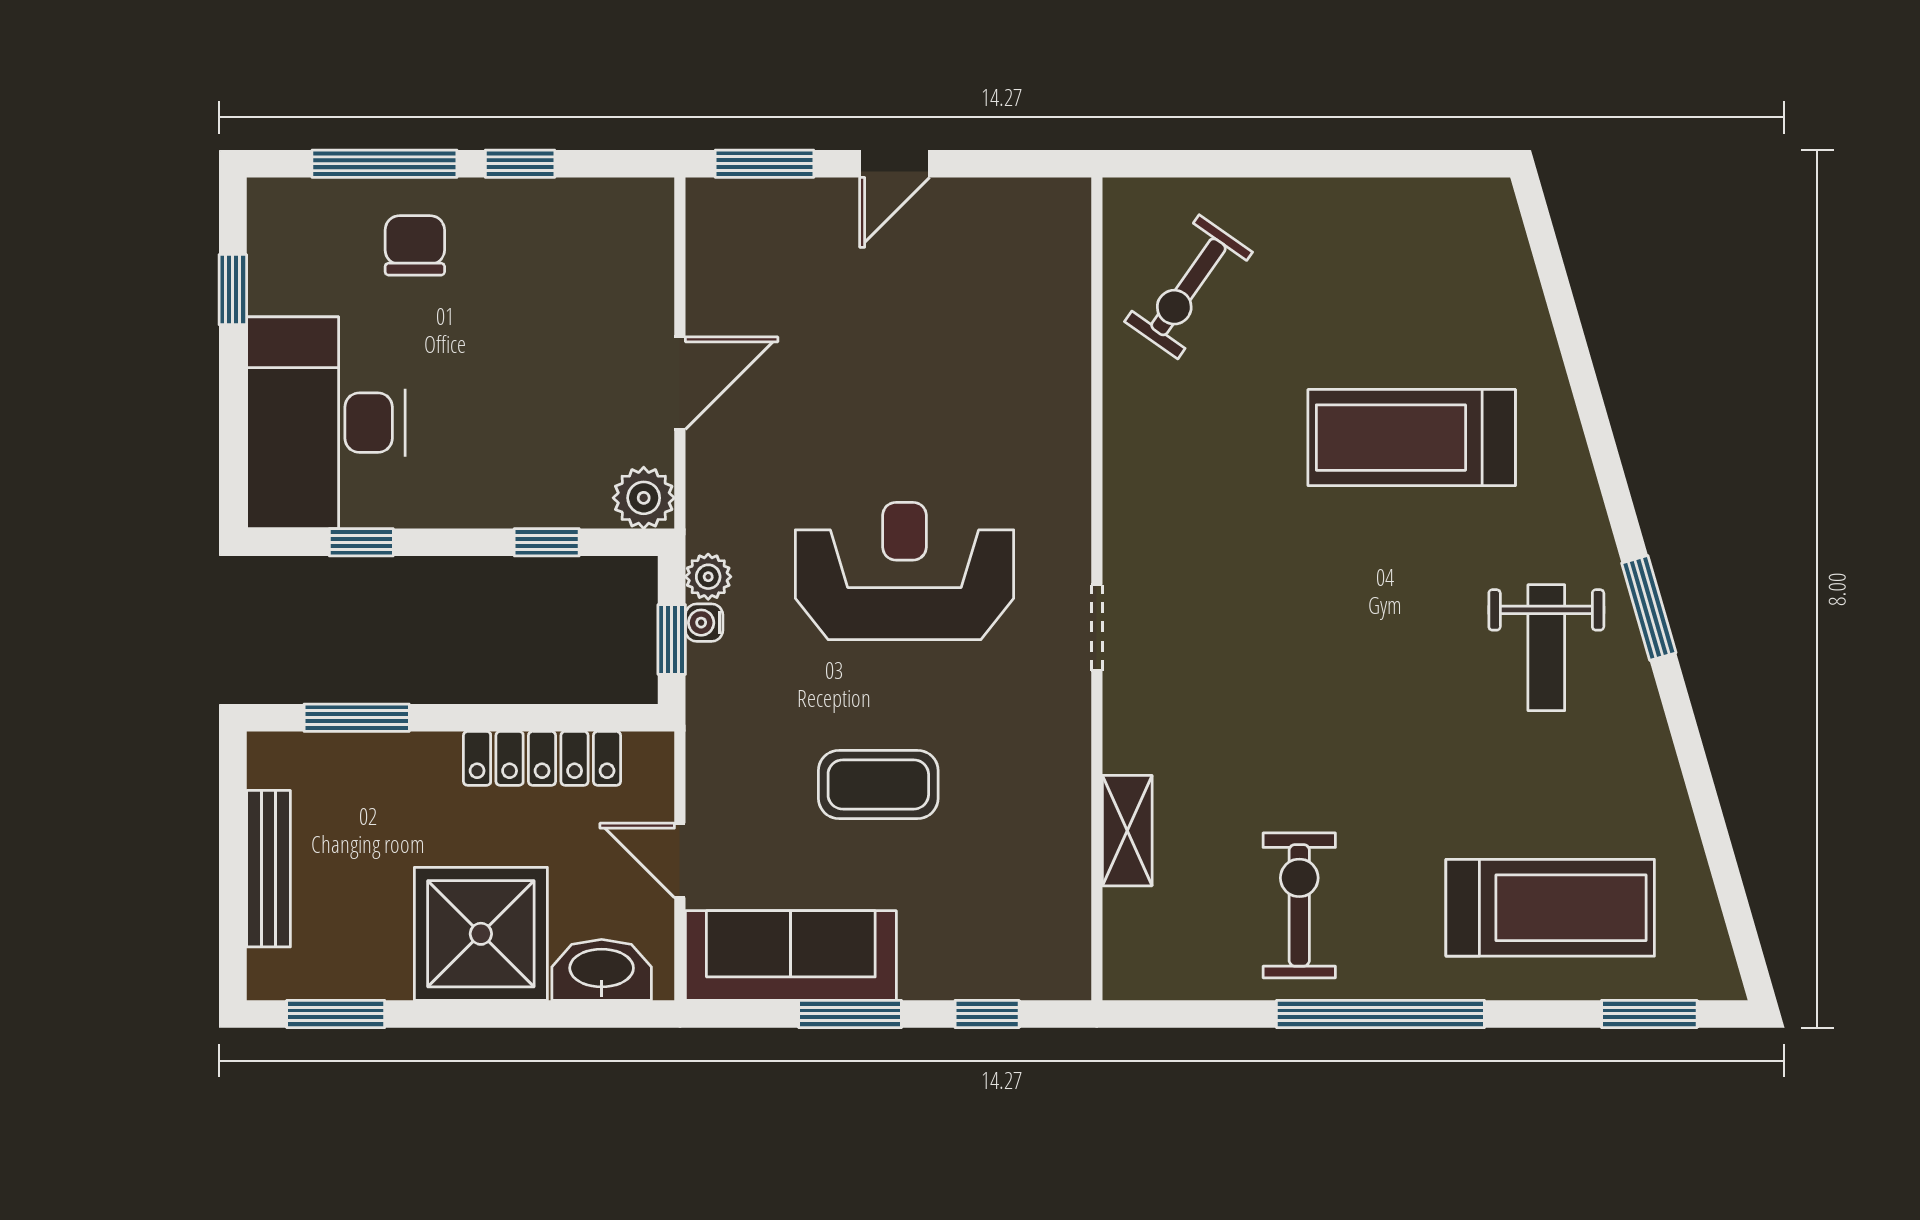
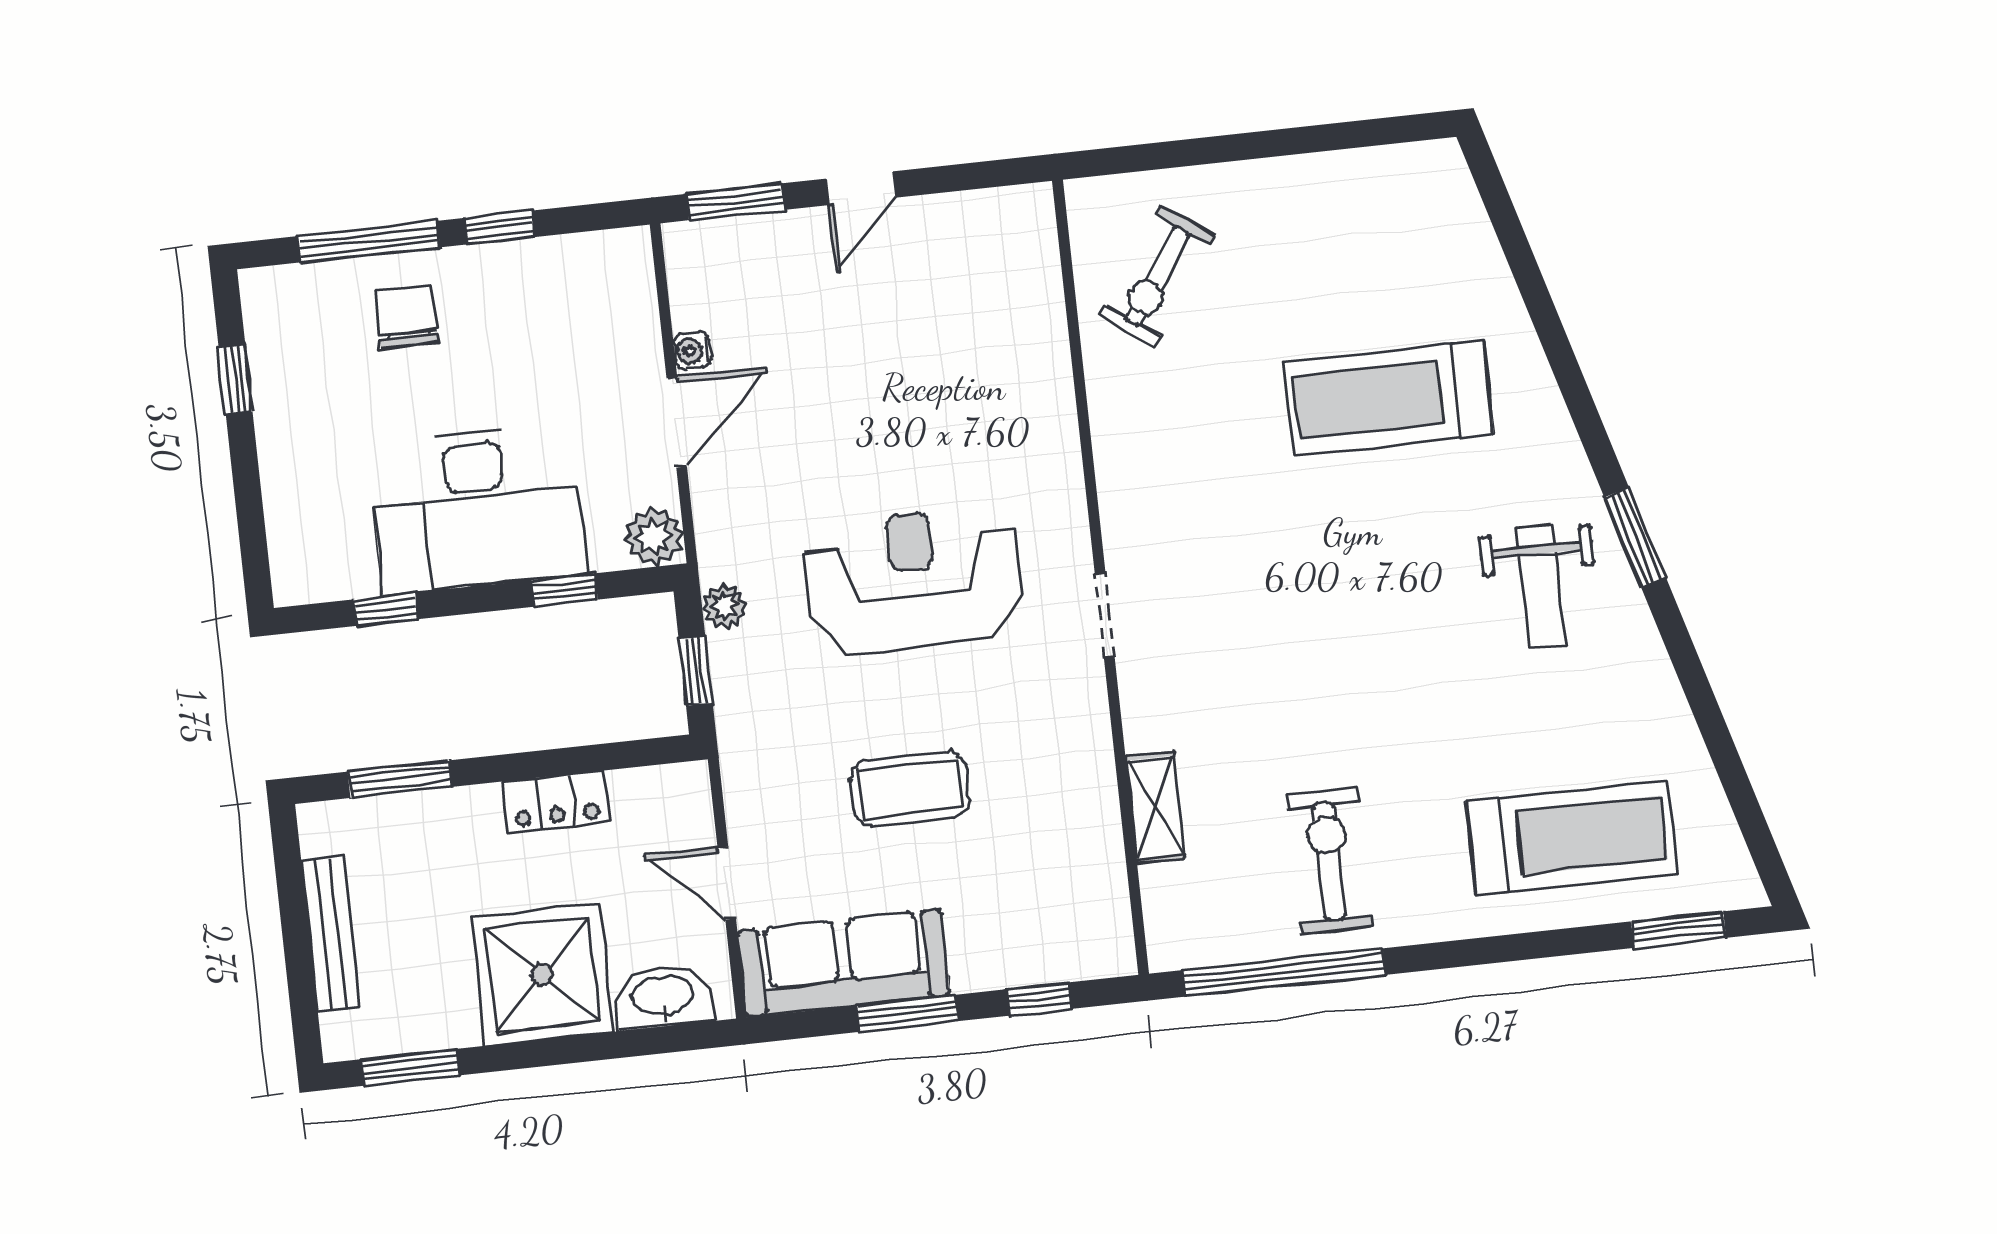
desk: (326, 423) -> (477, 509), moved, turned -90
water cooler: (704, 623) -> (693, 350), moved
locker: (542, 758) -> (556, 802), width x0.66
window: (1380, 1014) -> (1284, 972), moved

